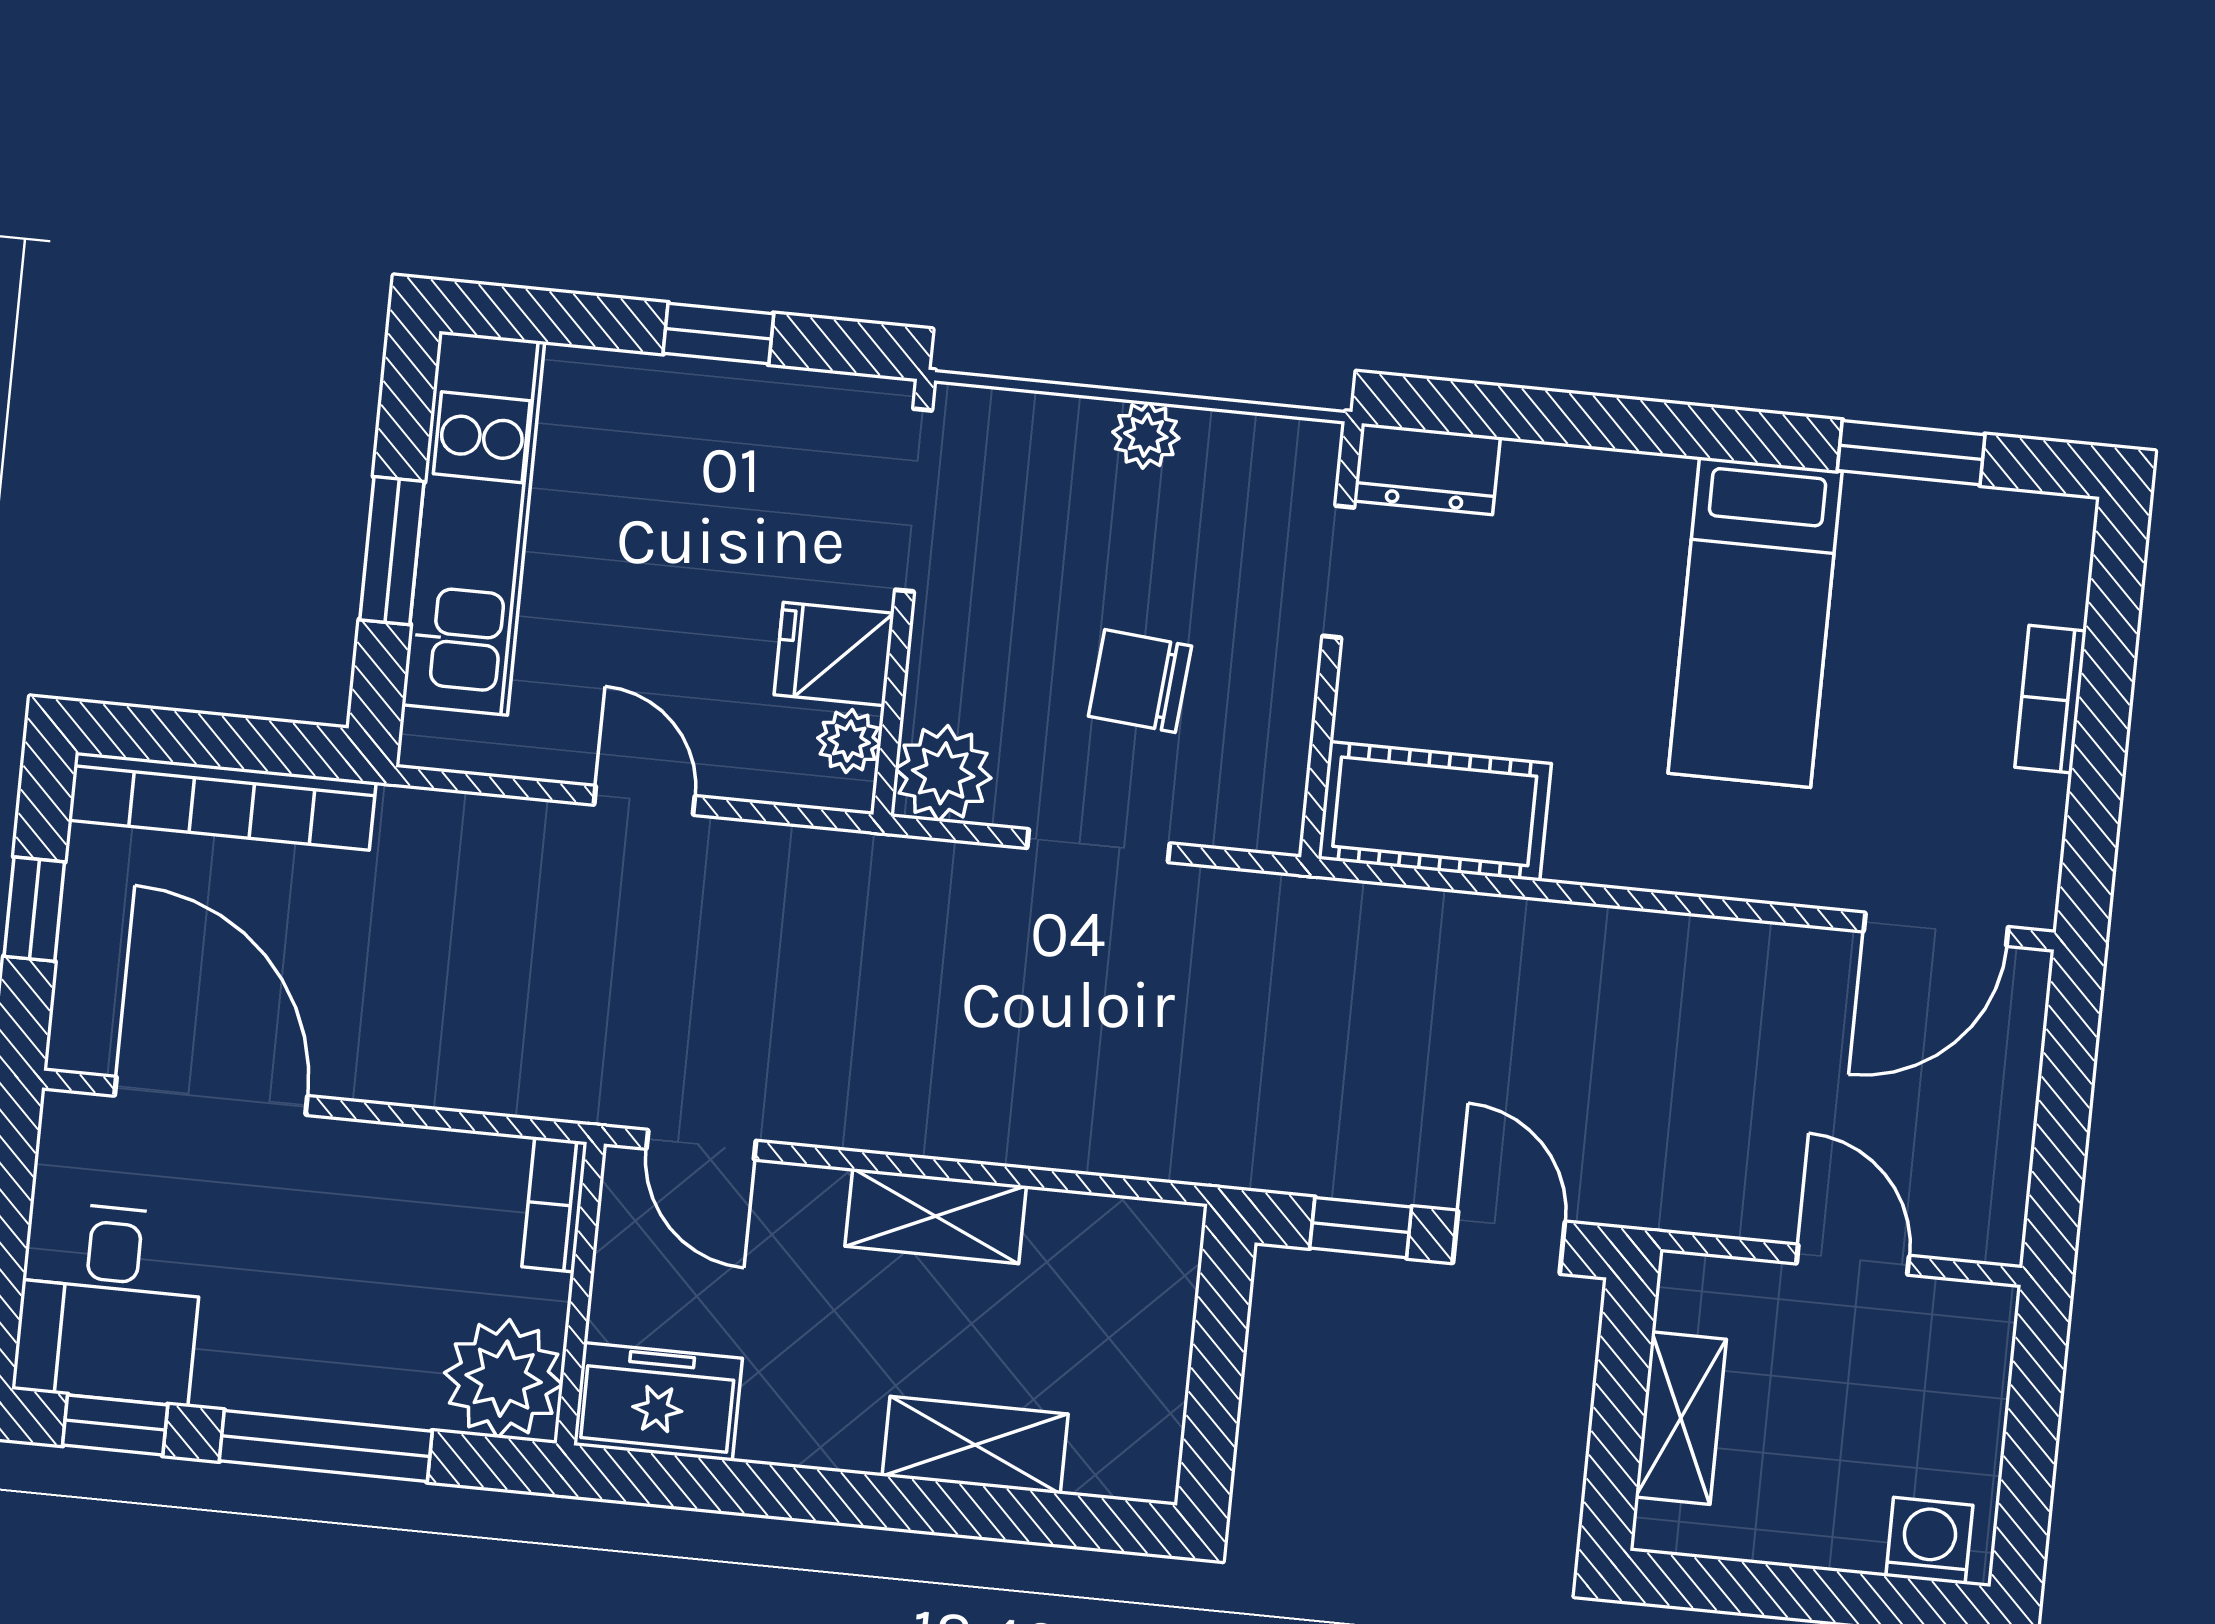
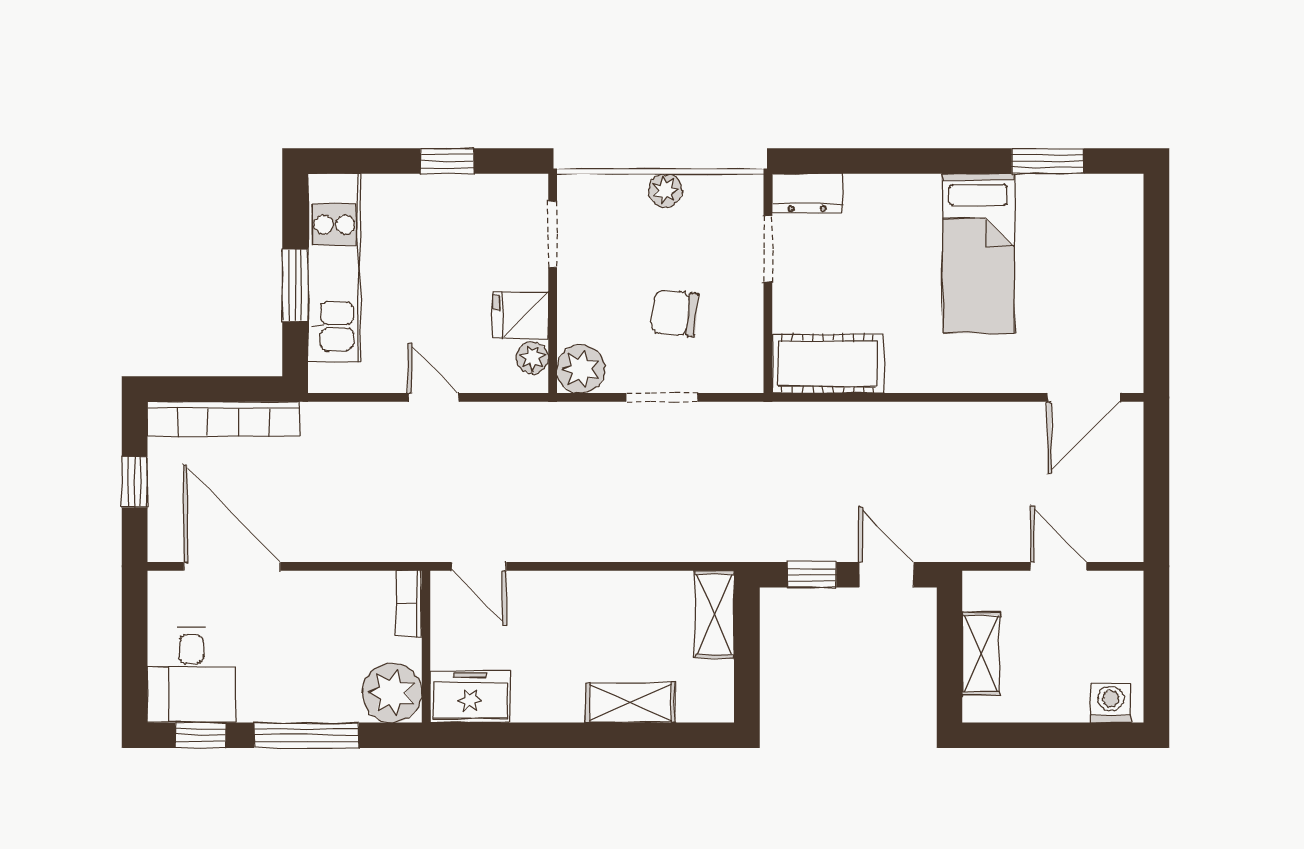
doorway: (914, 500) -> (553, 234), width x0.73
bookcase: (2050, 699) -> (1129, 277), removed
shelving: (936, 1216) -> (715, 614), moved, turned 90

